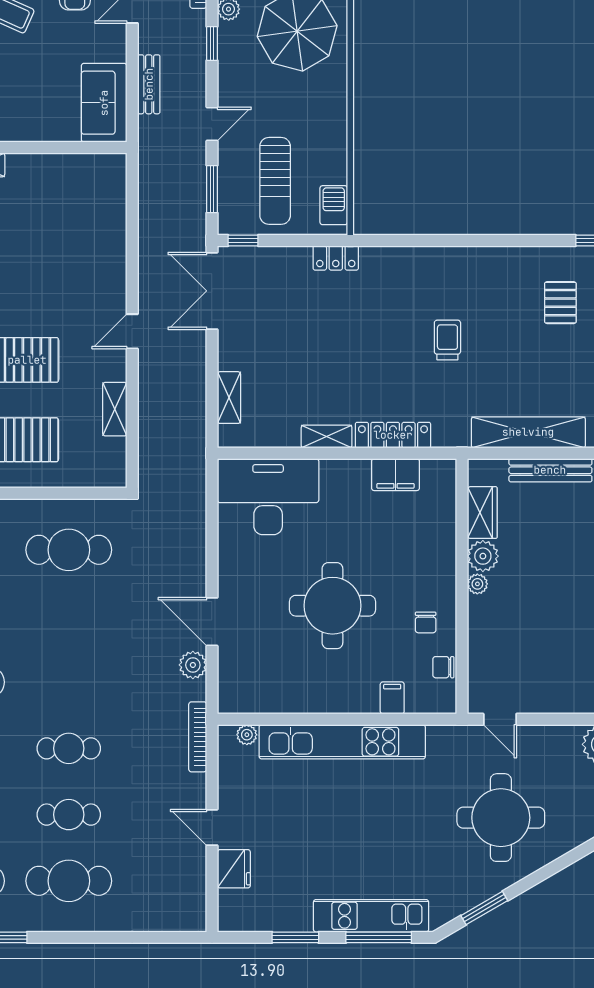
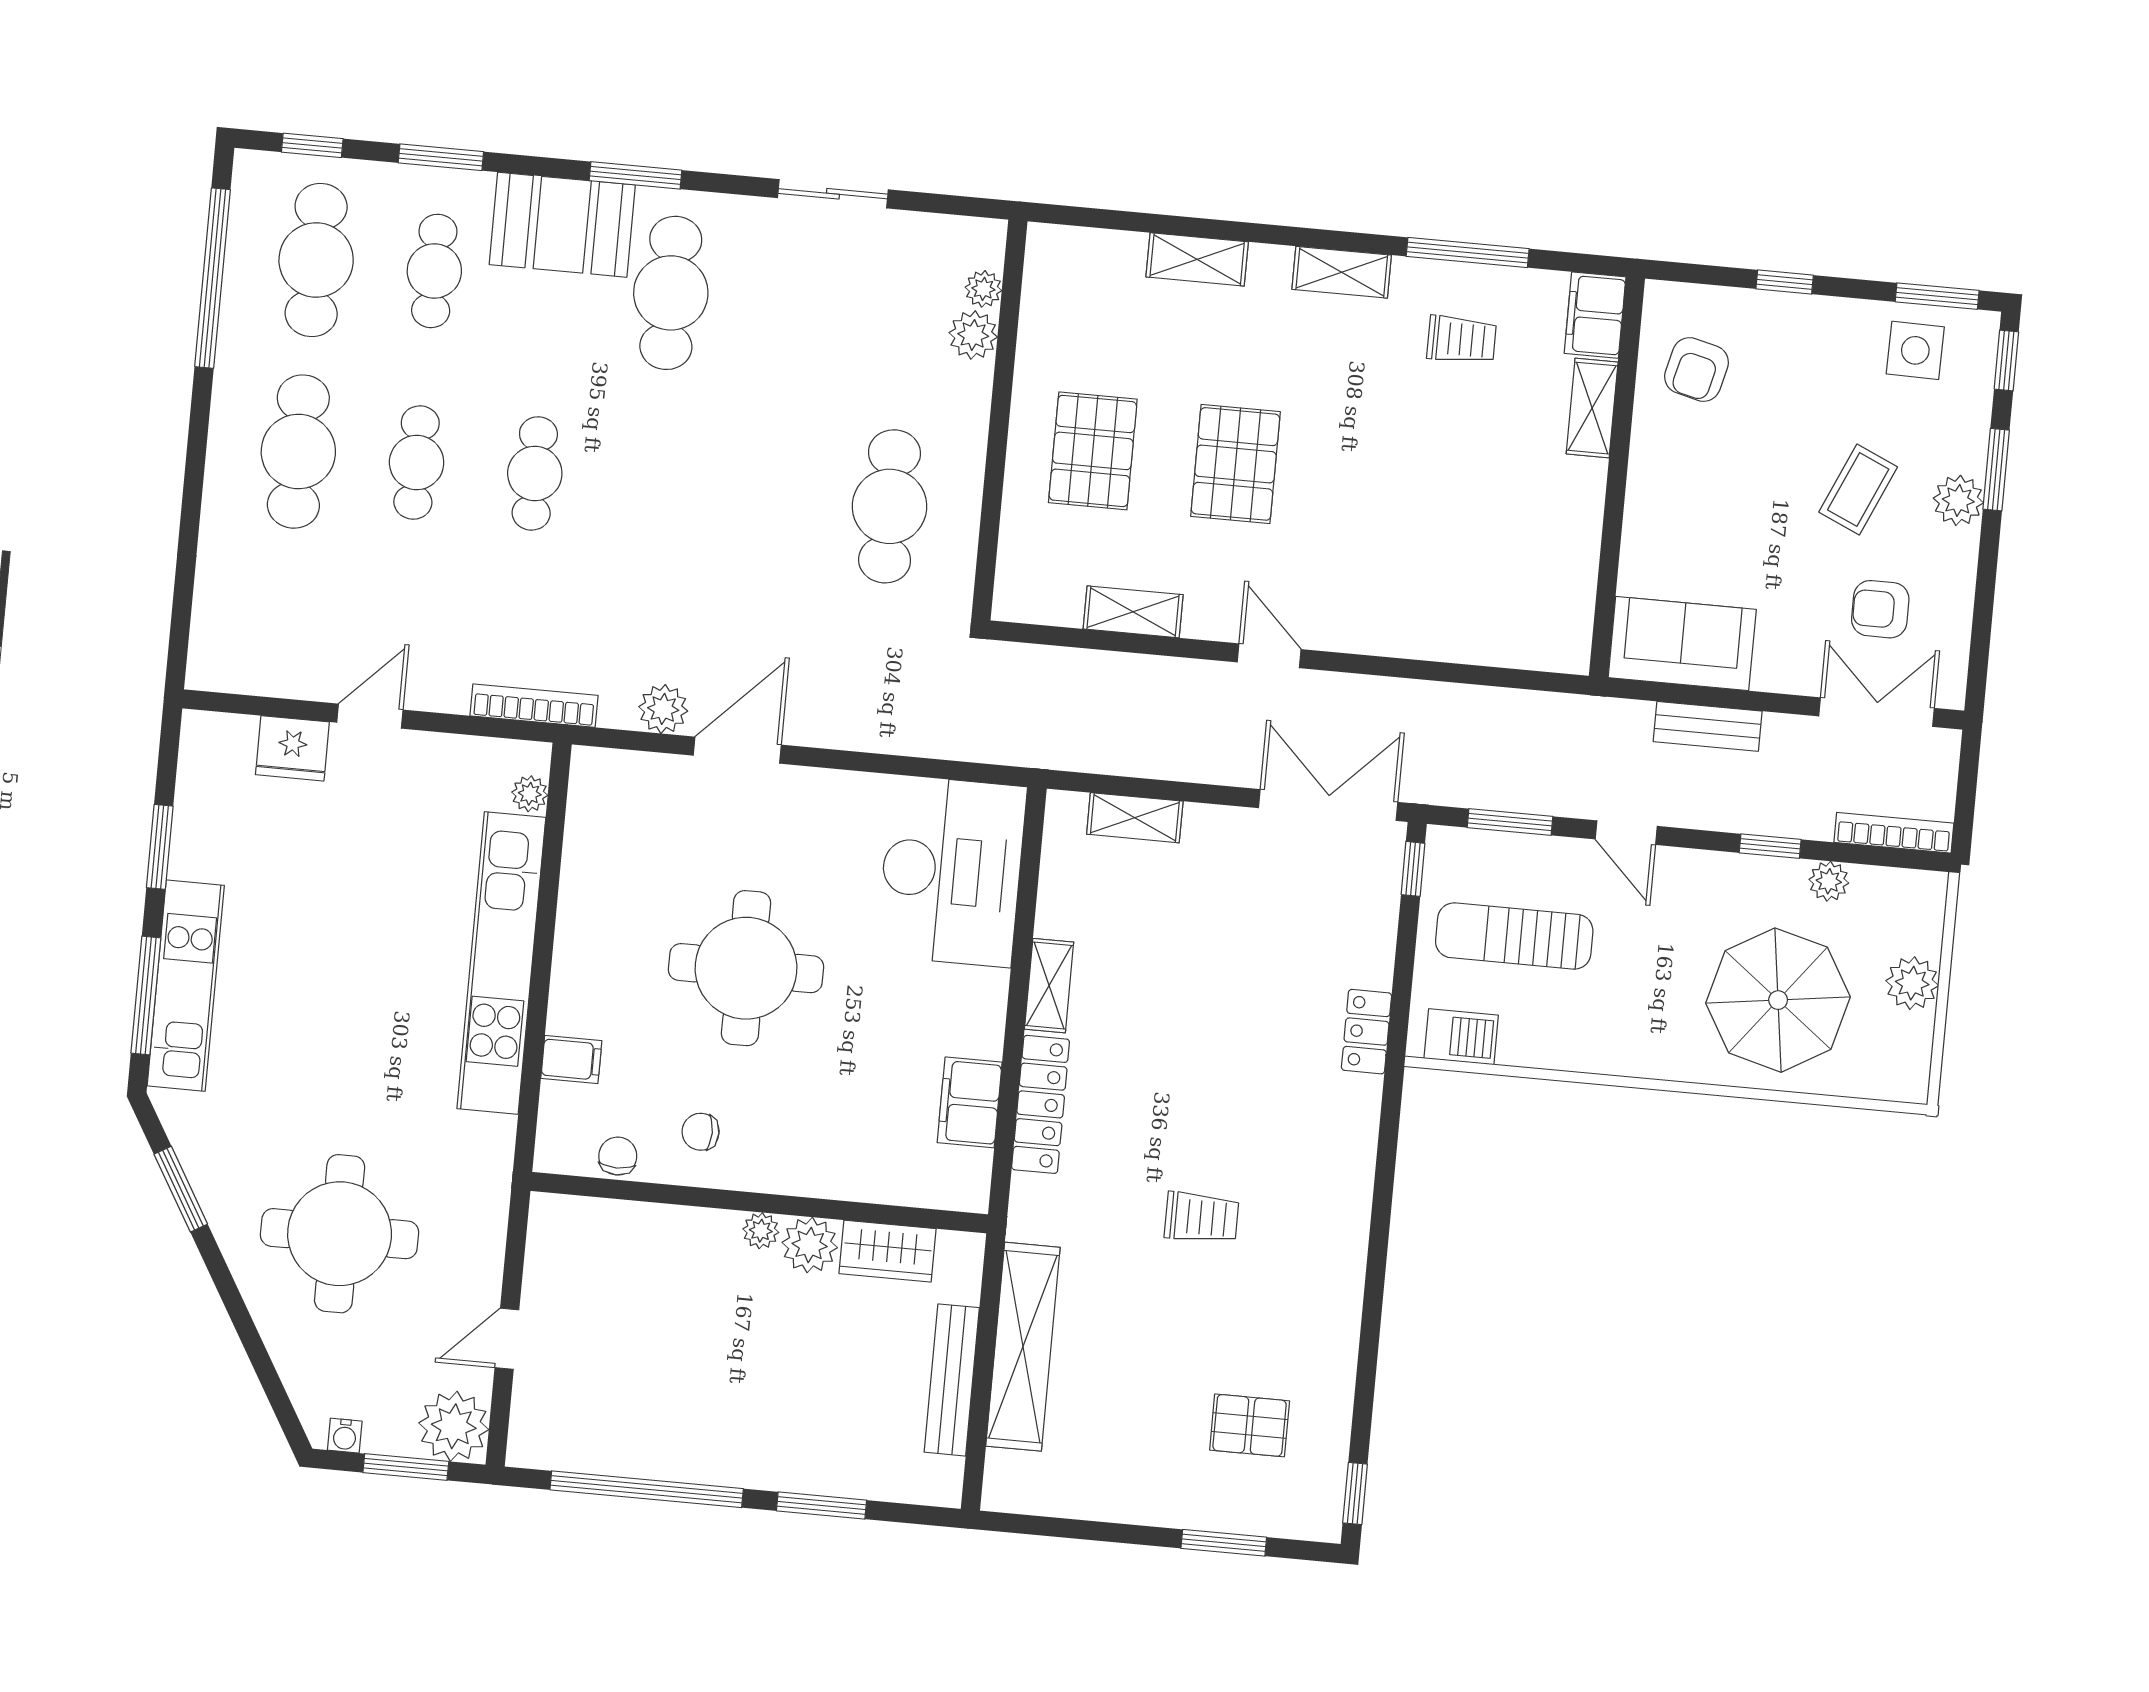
door: (500, 719) -> (507, 1339), moved

